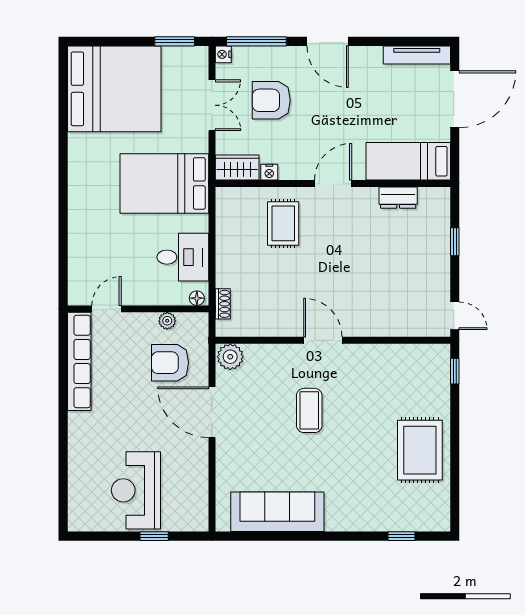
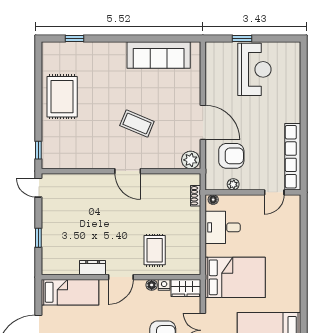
floor lamp: (288, 172) -> (152, 285), added
dresser: (398, 198) -> (93, 268), moved
coffee table: (309, 410) -> (137, 124), turned -67

